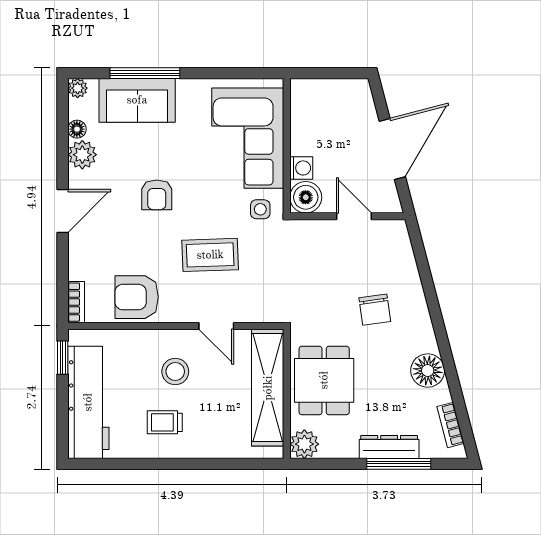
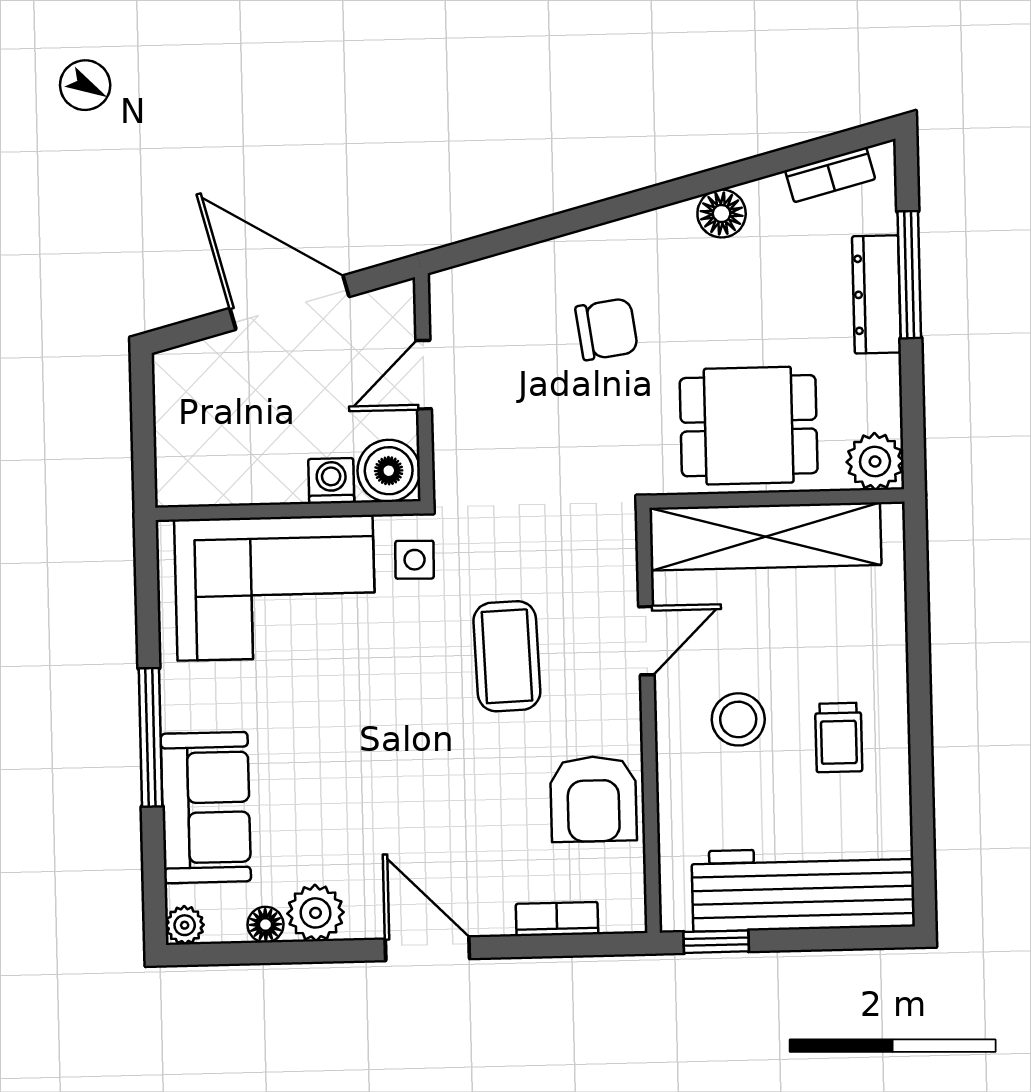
window: (145, 73) -> (151, 737), moved
armchair: (157, 195) -> (391, 764), removed
bookcase: (76, 302) -> (557, 919), moved
floor lamp: (428, 371) -> (722, 214), width x0.73, depth x0.73

